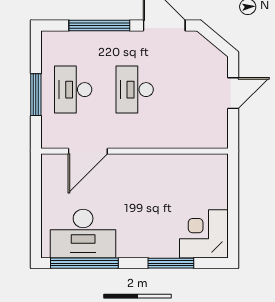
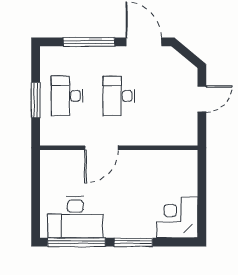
door: (88, 151) -> (101, 148), moved
window: (171, 263) -> (133, 242), moved

